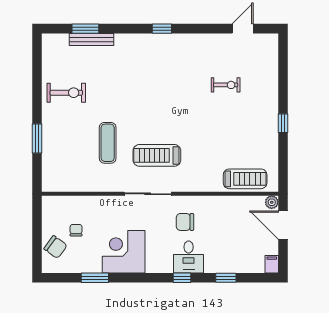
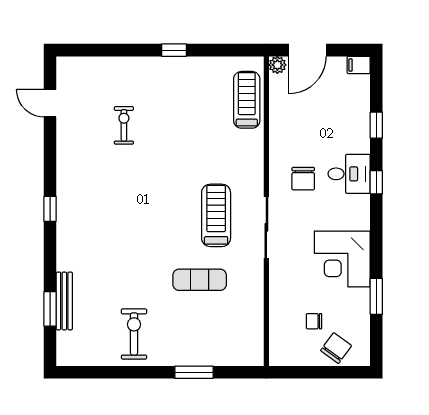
treadmill: (157, 155) -> (216, 215), turned 180

